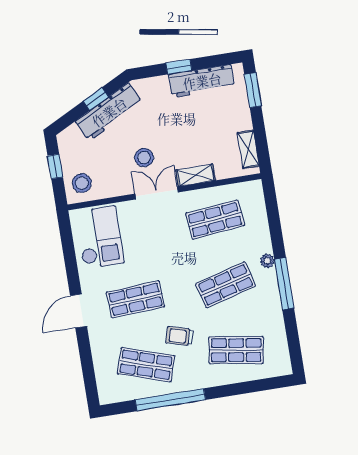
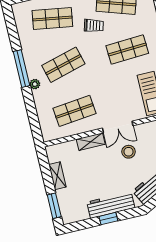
workbench: (202, 81) -> (111, 205), moved
shelving: (248, 149) -> (57, 176), moved

